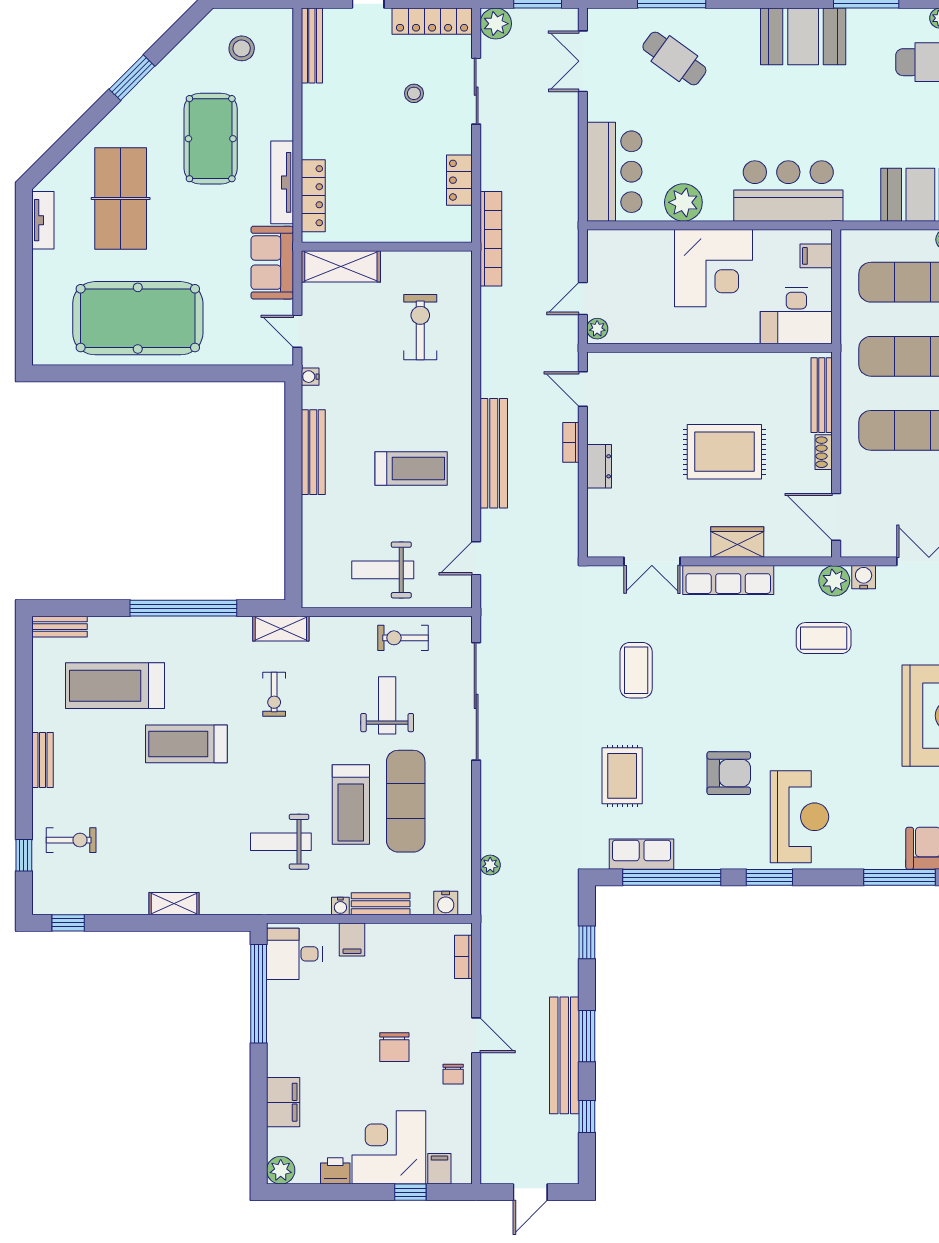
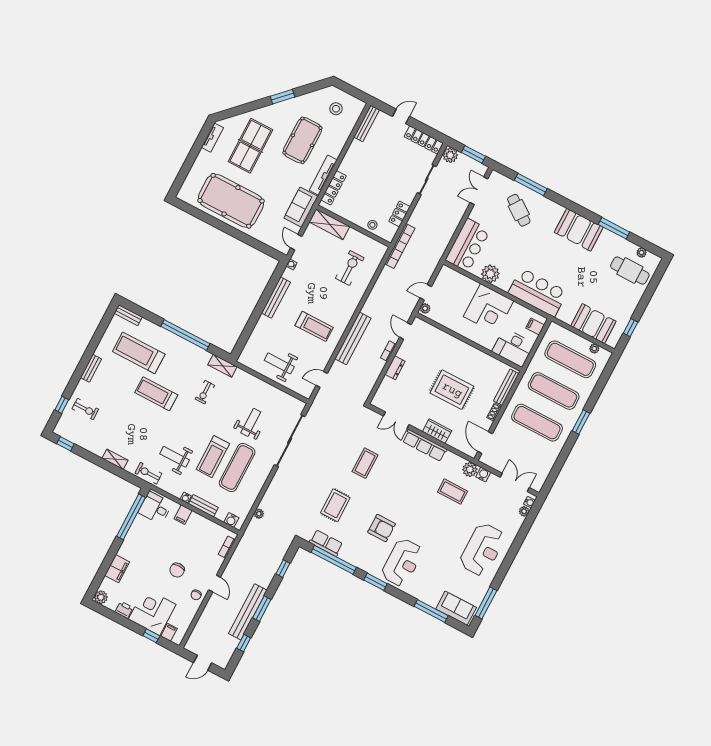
stool: (414, 93) -> (372, 225), moved
exercise bike: (403, 638) -> (148, 473), moved

